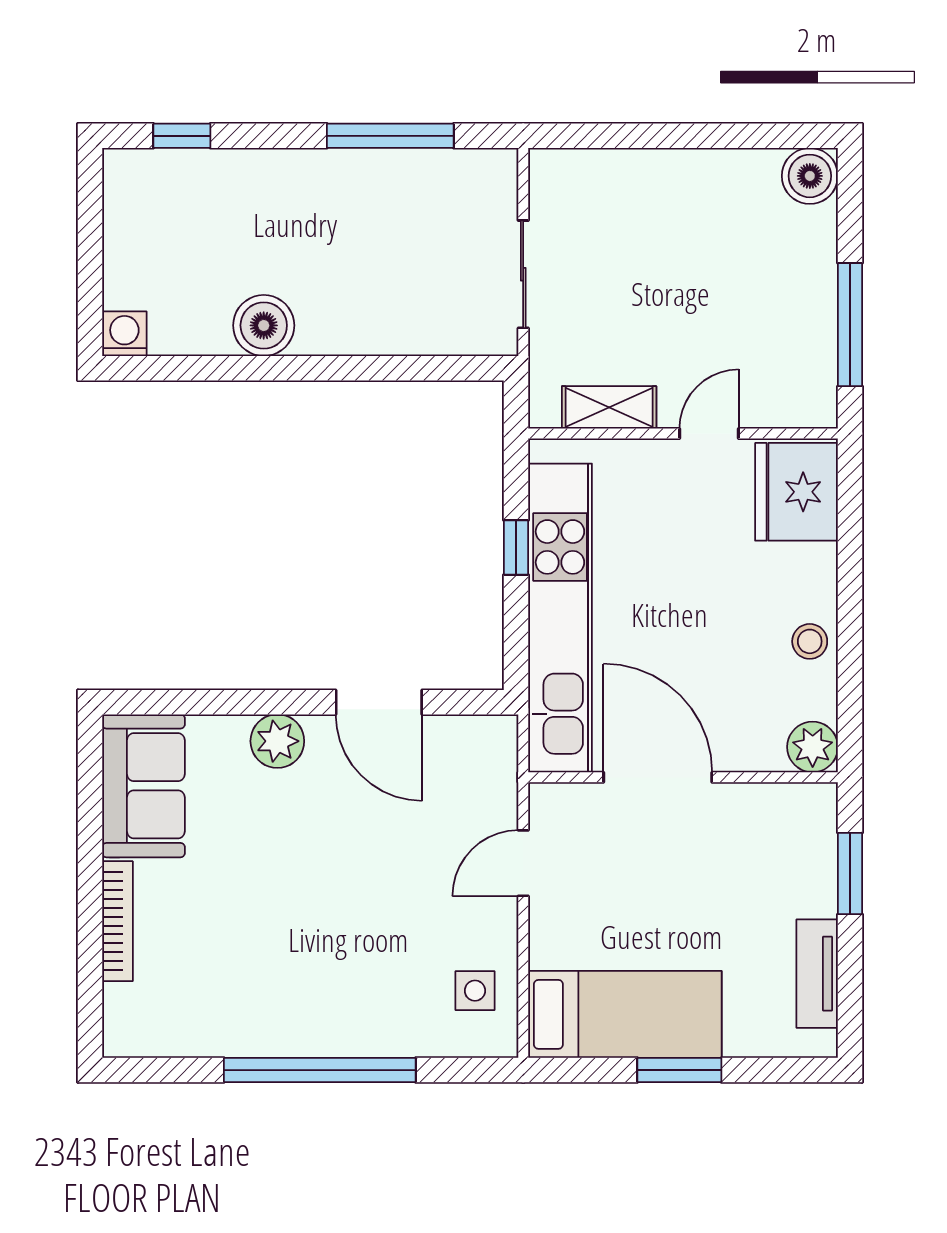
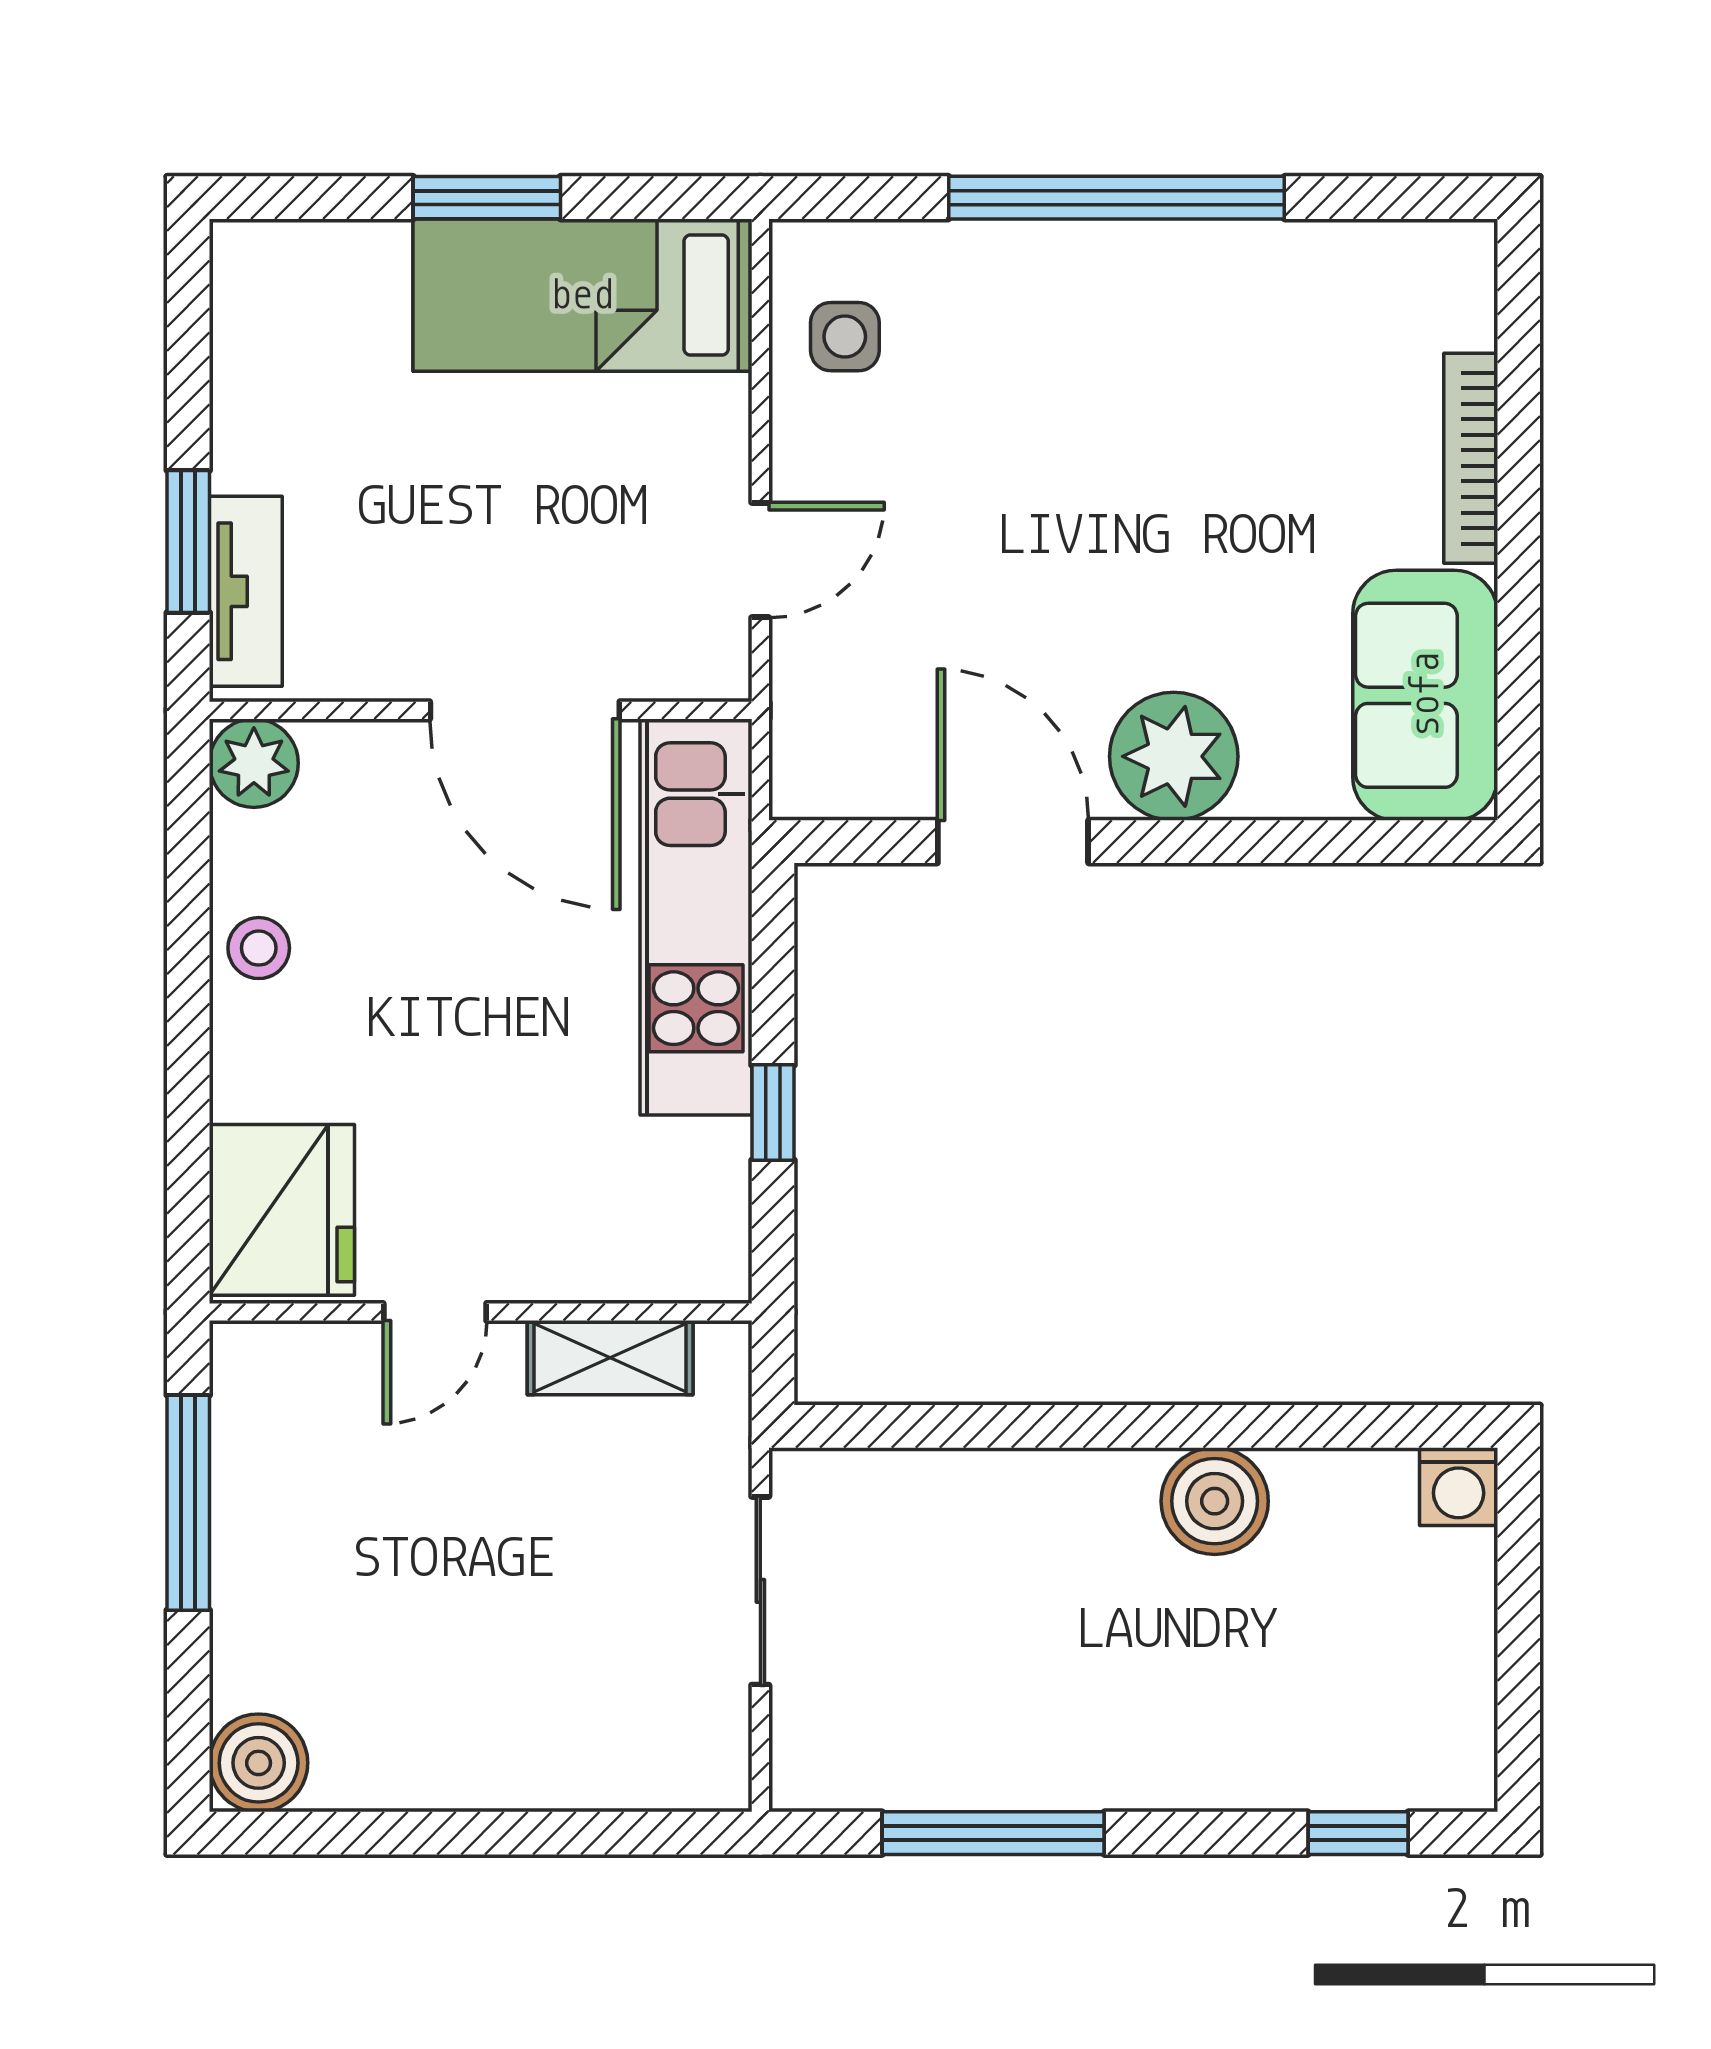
kitchen unit: (560, 618) -> (696, 917), width x0.73
plant: (277, 741) -> (1174, 756), width x1.36, depth x1.36
tv unit: (817, 974) -> (246, 591), moved

